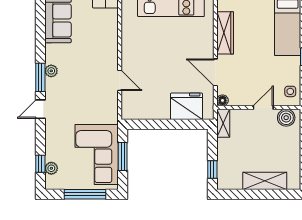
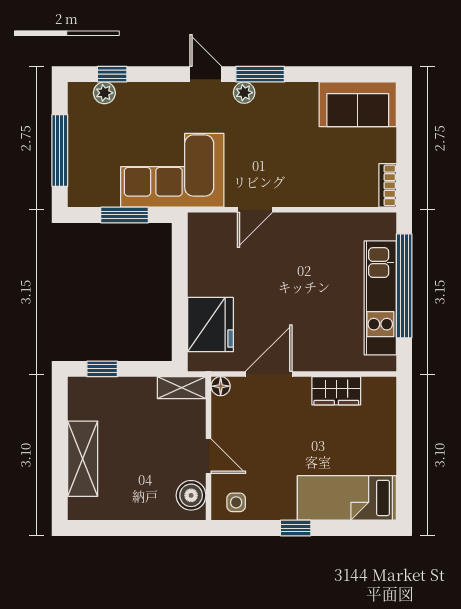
wardrobe: (225, 33) -> (336, 391), width x0.67
plant: (51, 71) -> (244, 93), moved
corner sofa: (97, 155) -> (172, 170), moved

